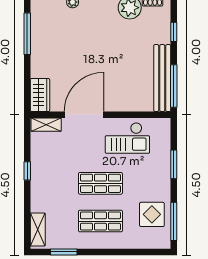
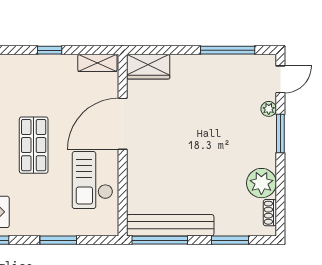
window: (174, 32) -> (230, 240), width x1.50
door: (84, 115) -> (123, 124), swing flipped
shelving: (46, 125) -> (97, 63), moved, turned 90

